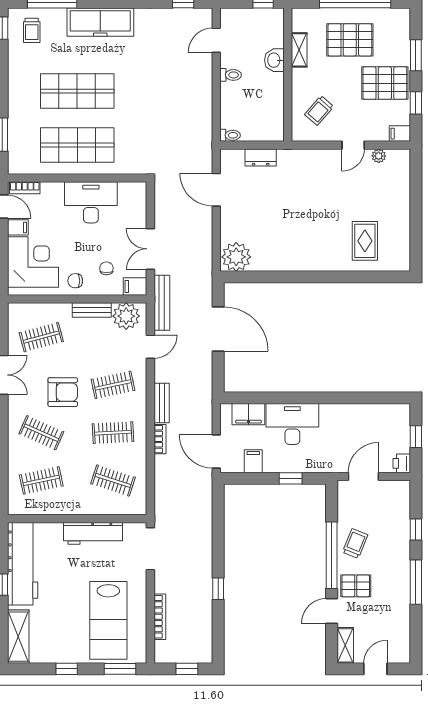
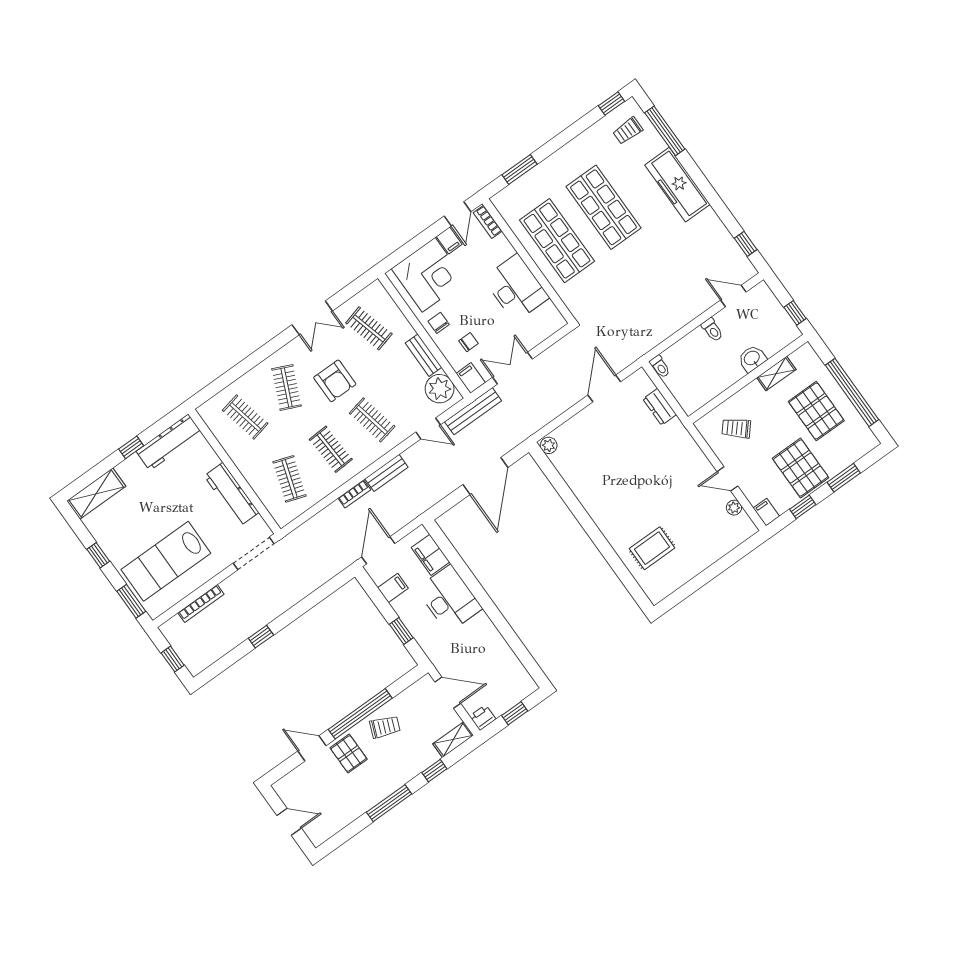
plant: (236, 257) -> (549, 445), width x0.53, depth x0.53
workbench: (23, 564) -> (169, 442), width x0.73, depth x0.76
shelving: (345, 645) -> (453, 740), moved

